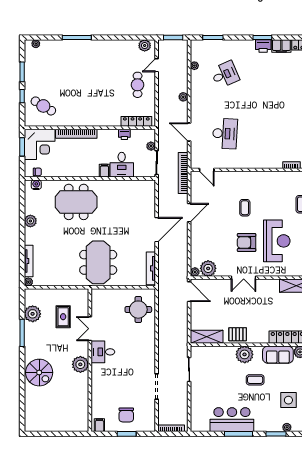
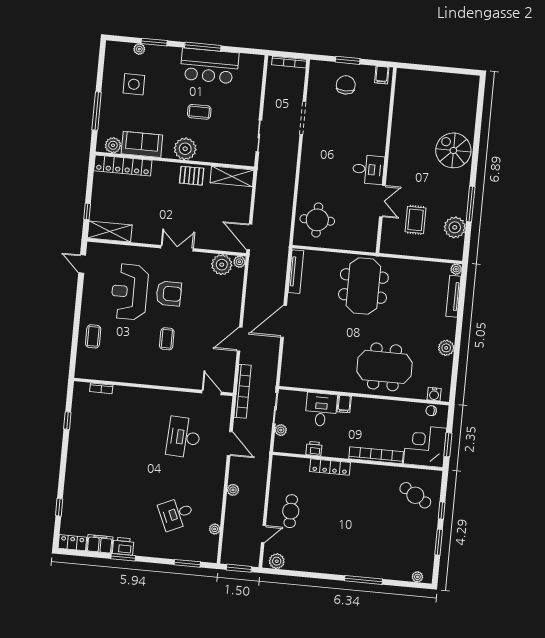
locker: (136, 121) -> (330, 467), moved
plant: (80, 364) -> (399, 156), removed
coffee table: (255, 380) -> (199, 112), moved

